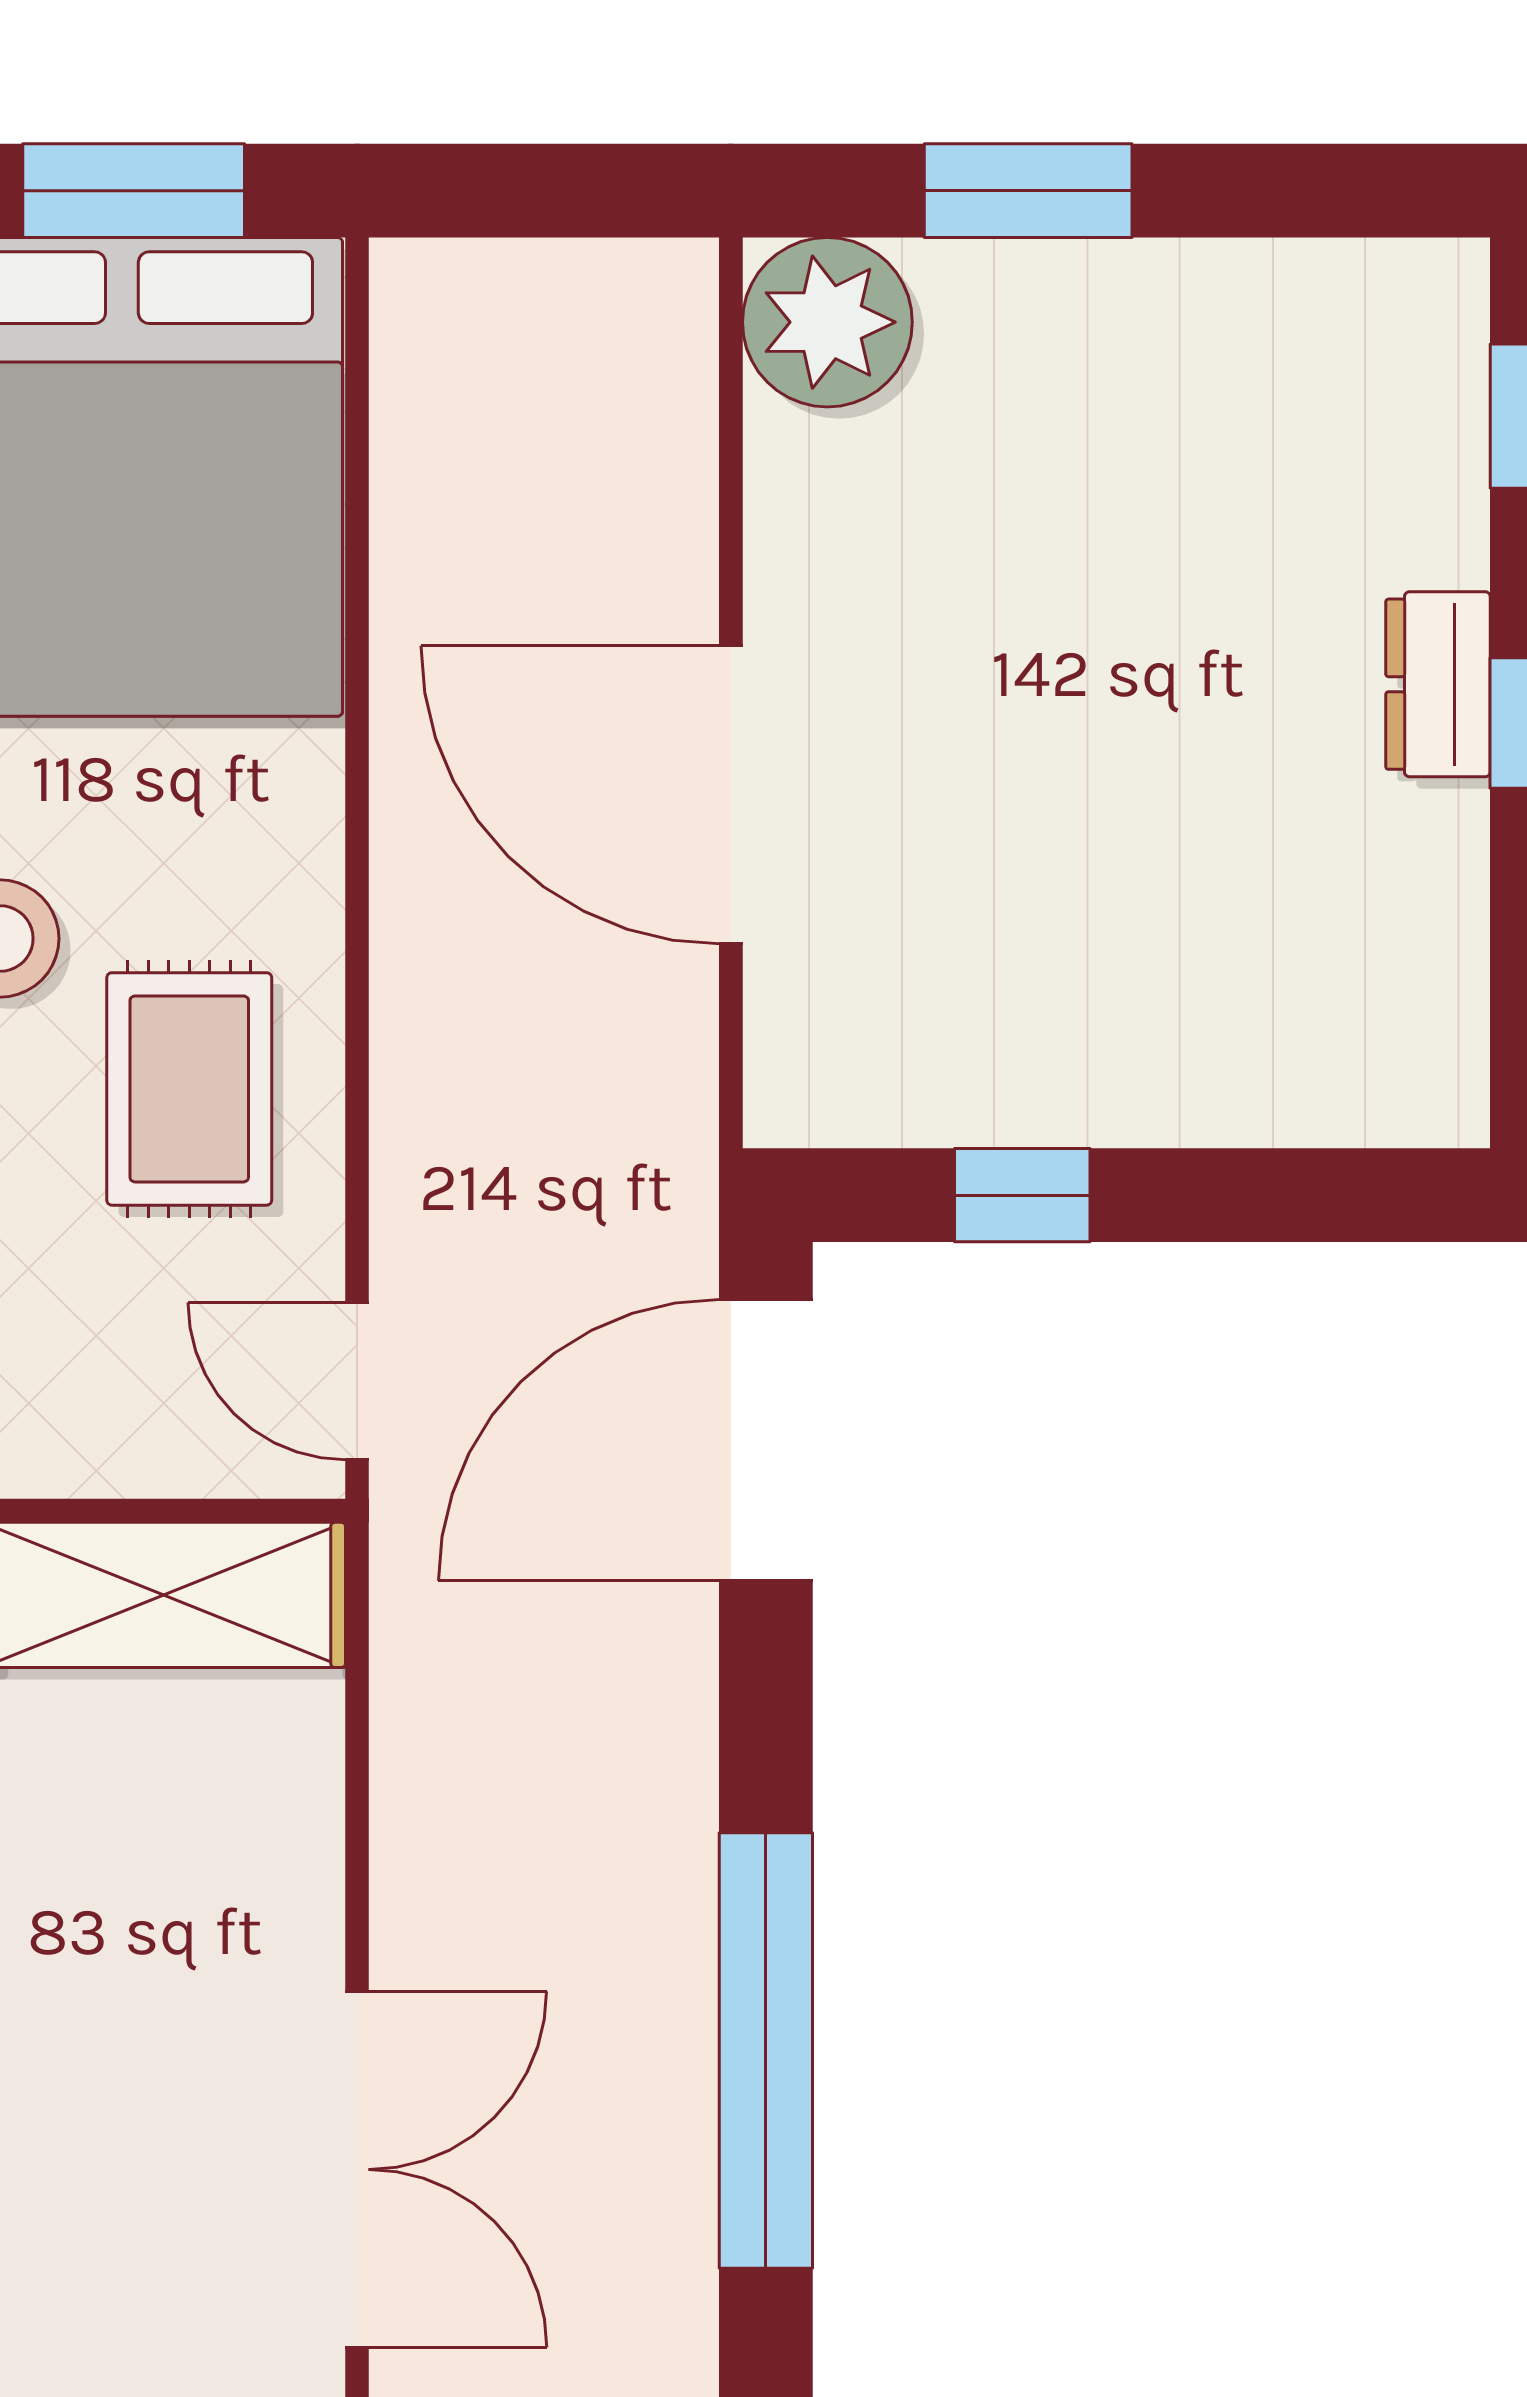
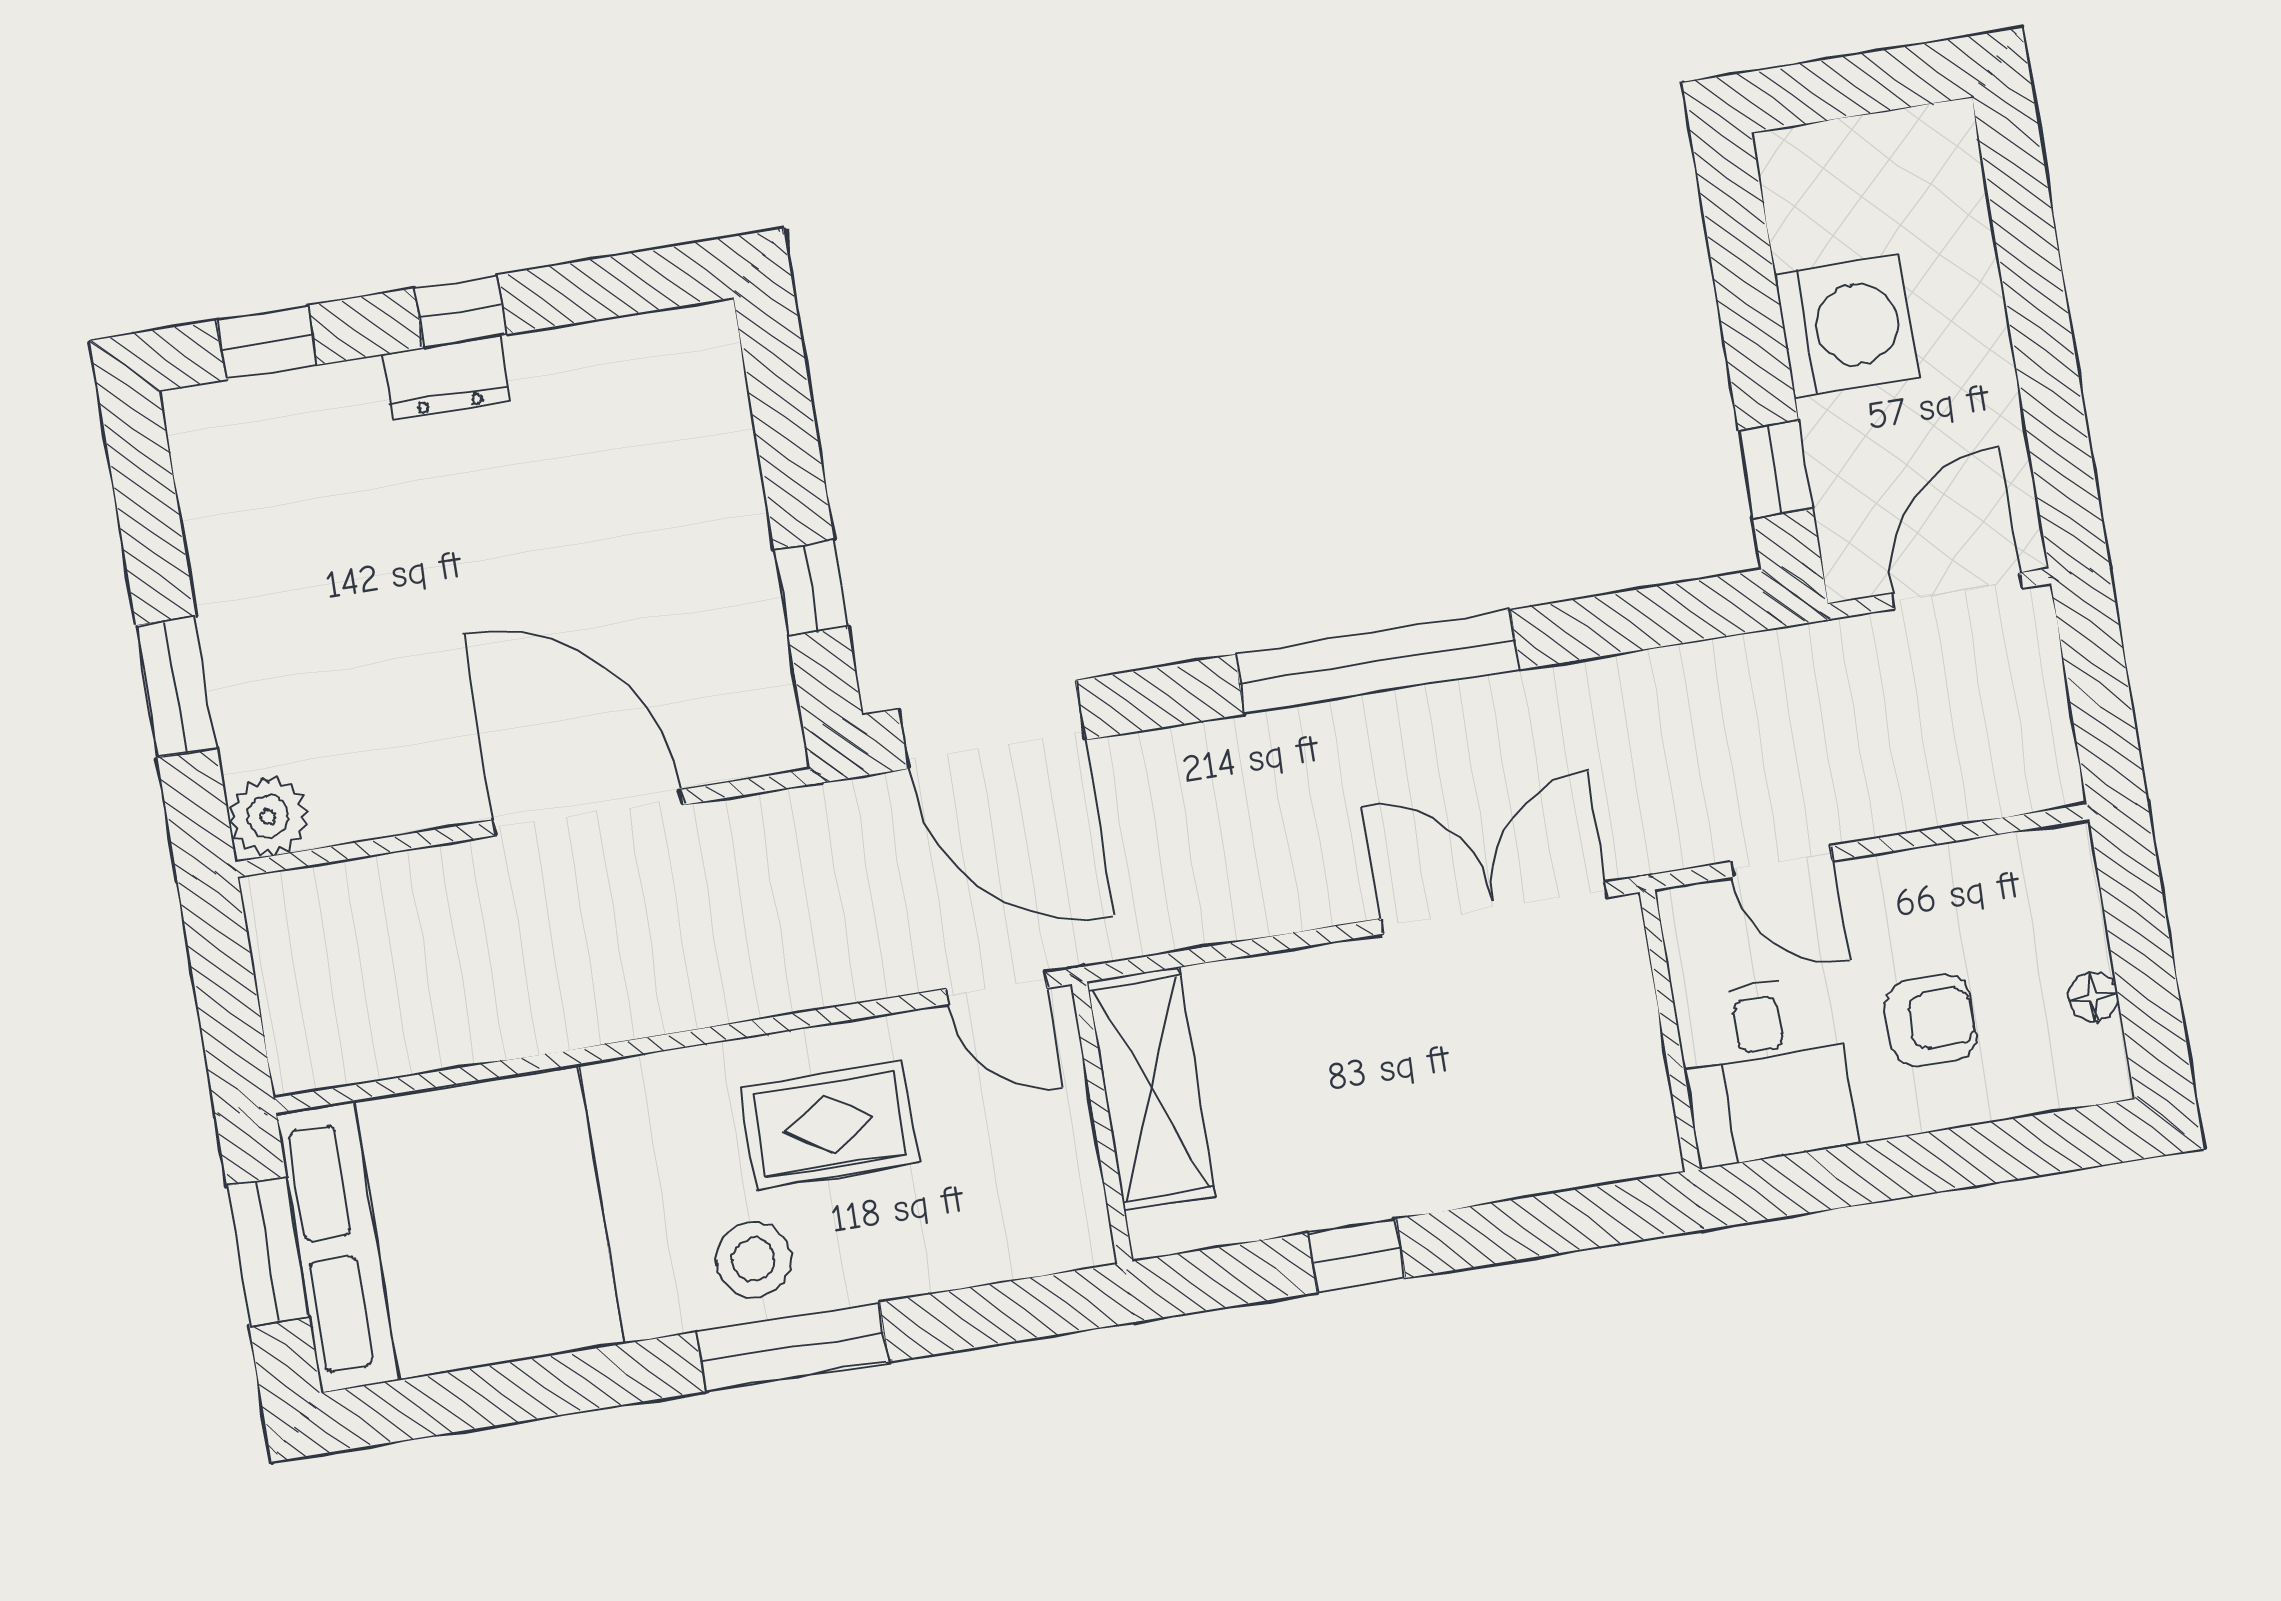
plant: (827, 322) -> (268, 817), width x0.73, depth x0.73
door: (731, 795) -> (588, 813), swing flipped
door: (357, 1381) -> (997, 989), hinge flipped

